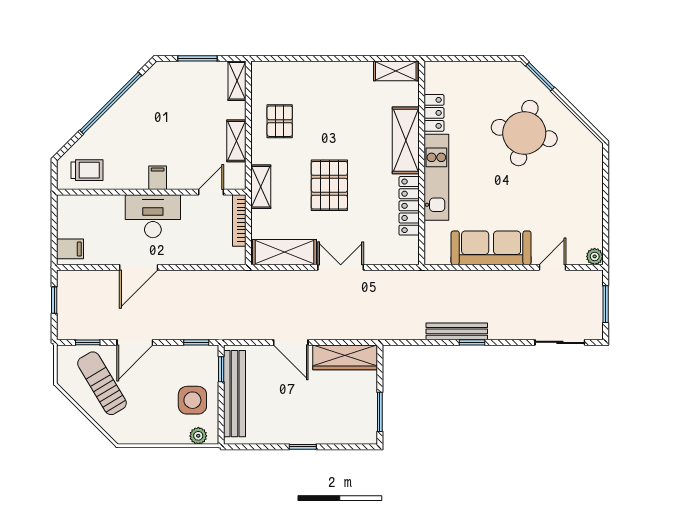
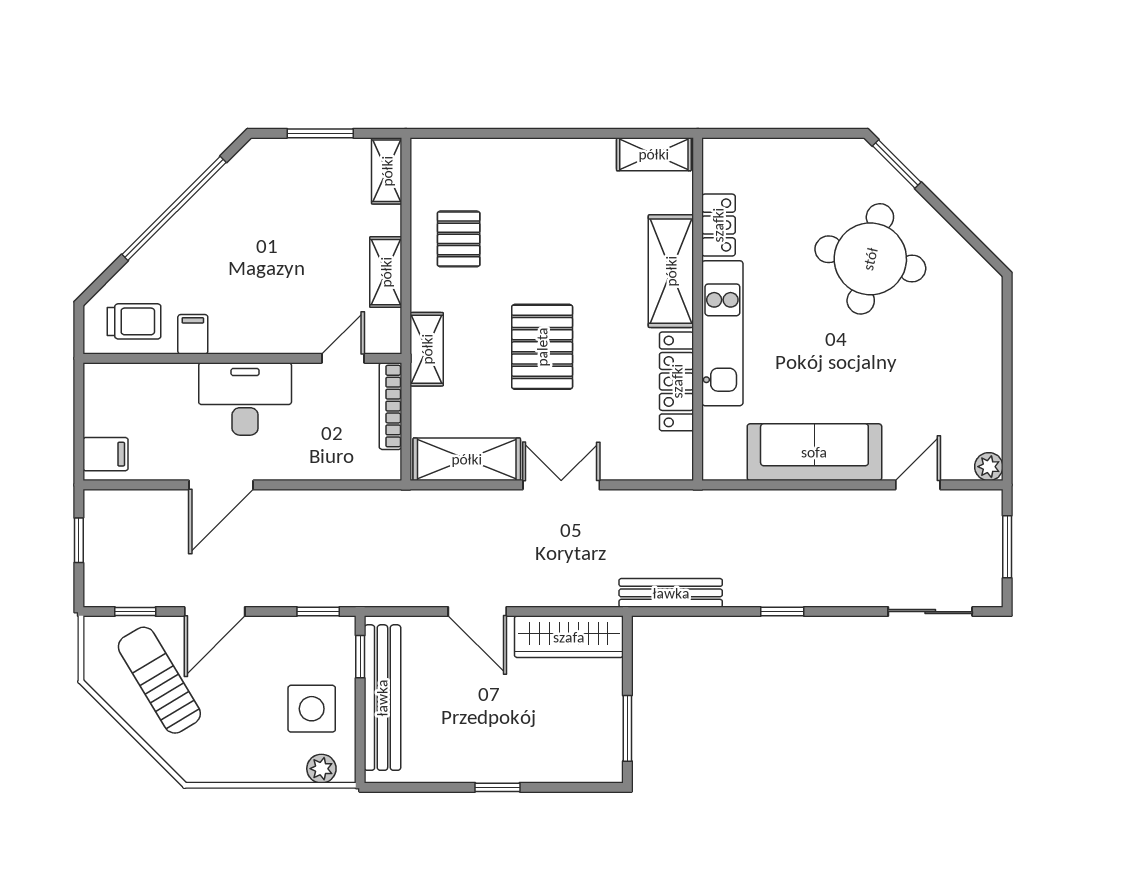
filing cabinet: (158, 178) -> (193, 334), moved
bench: (457, 331) -> (671, 593), moved

